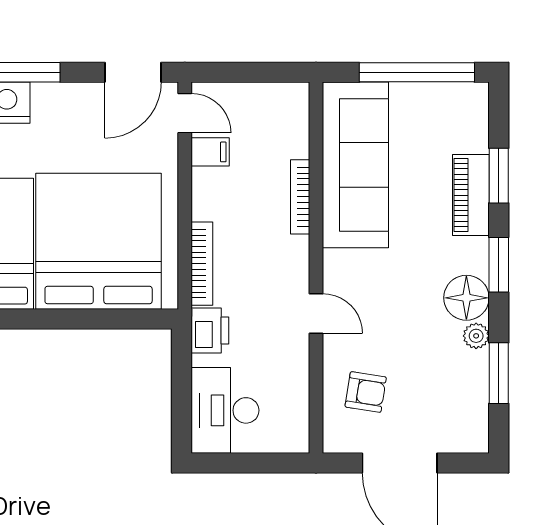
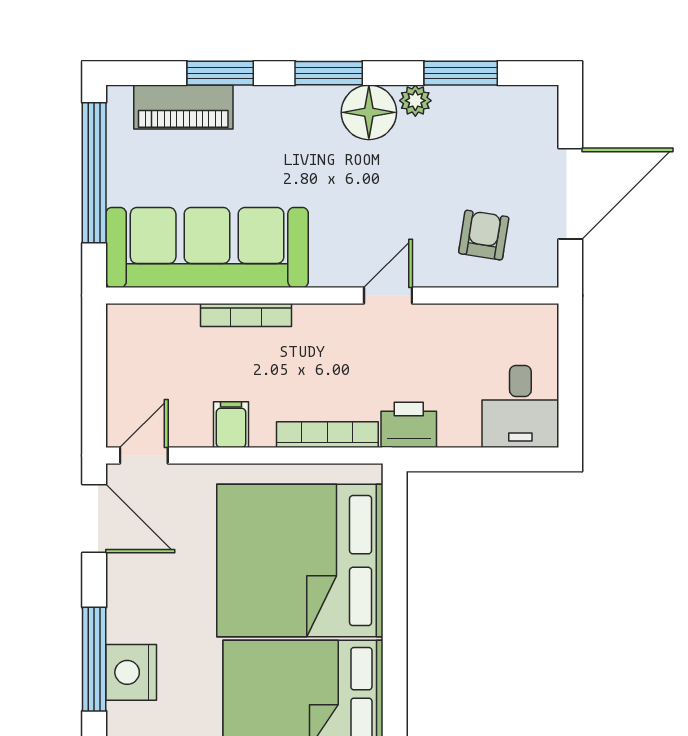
filing cabinet: (210, 152) -> (231, 425), moved
piano: (471, 195) -> (183, 107), moved
desk: (225, 410) -> (520, 406), width x0.73

